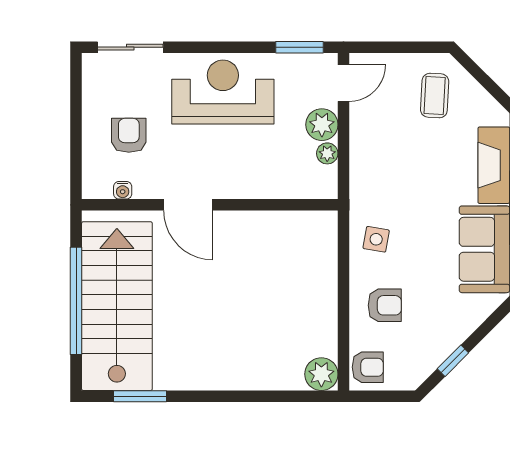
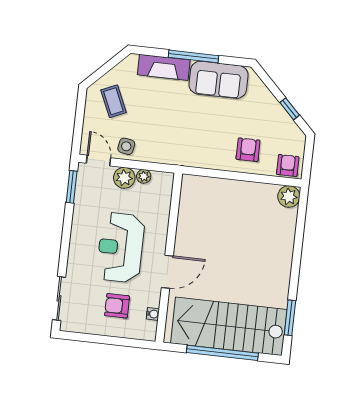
reception desk: (223, 92) -> (121, 248), moved
coffee table: (435, 96) -> (113, 101), turned 63
side table: (376, 239) -> (126, 146), moved

